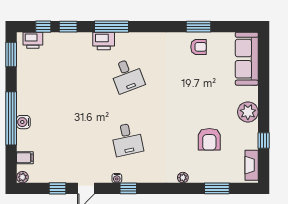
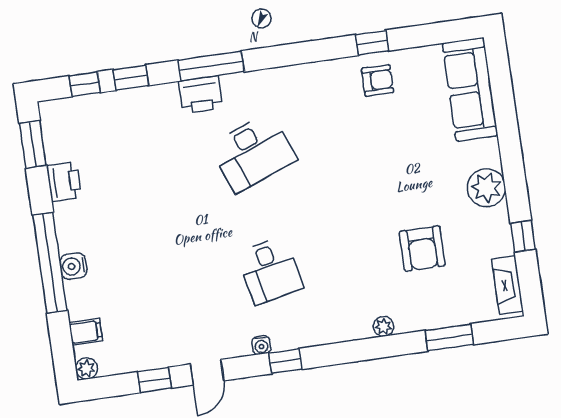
window: (198, 27) -> (372, 43), width x0.67
printer: (33, 40) -> (64, 182), moved, turned -90
desk: (127, 76) -> (253, 153), width x1.37

